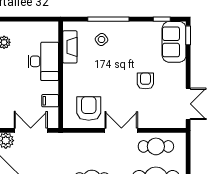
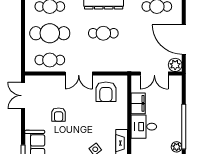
desk: (43, 61) -> (144, 127), width x0.73
filing cabinet: (50, 101) -> (138, 103), width x2.00

